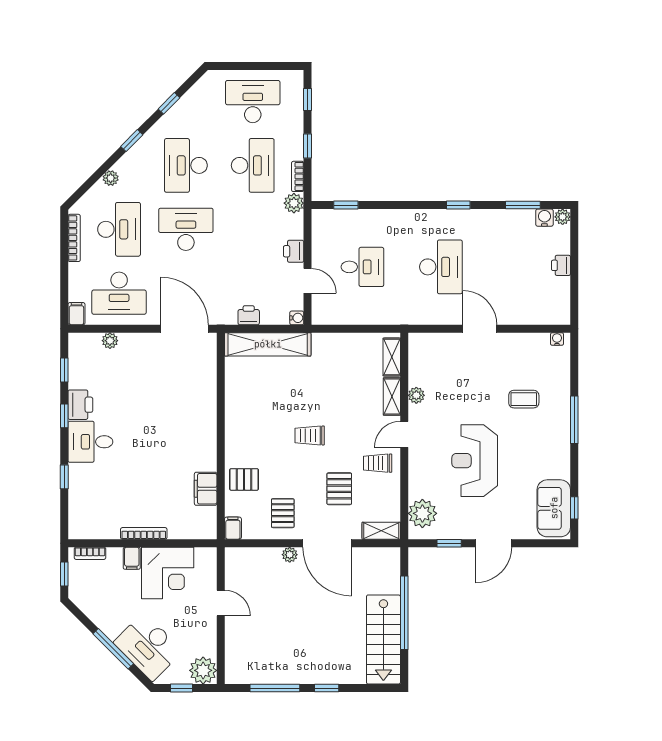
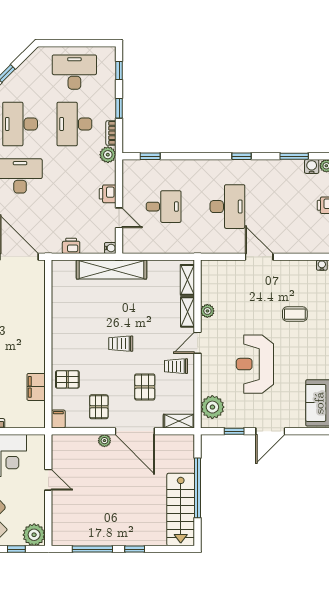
desk: (253, 165) -> (74, 124), turned 180
shelving: (268, 344) -> (111, 270), moved

